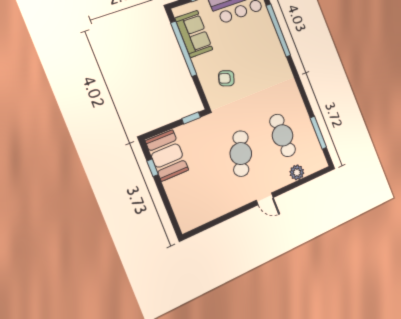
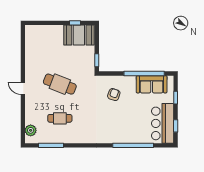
cafe table: (283, 135) -> (60, 118), width x0.73, depth x0.74
plant: (297, 172) -> (31, 130), moved
door: (265, 199) -> (23, 88), hinge flipped

